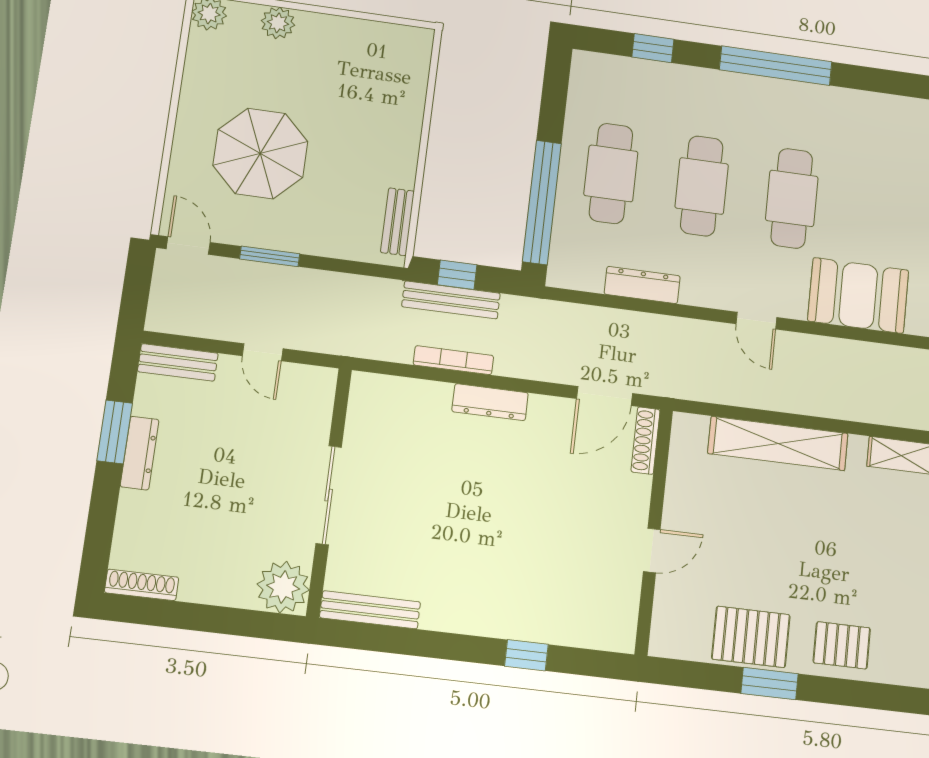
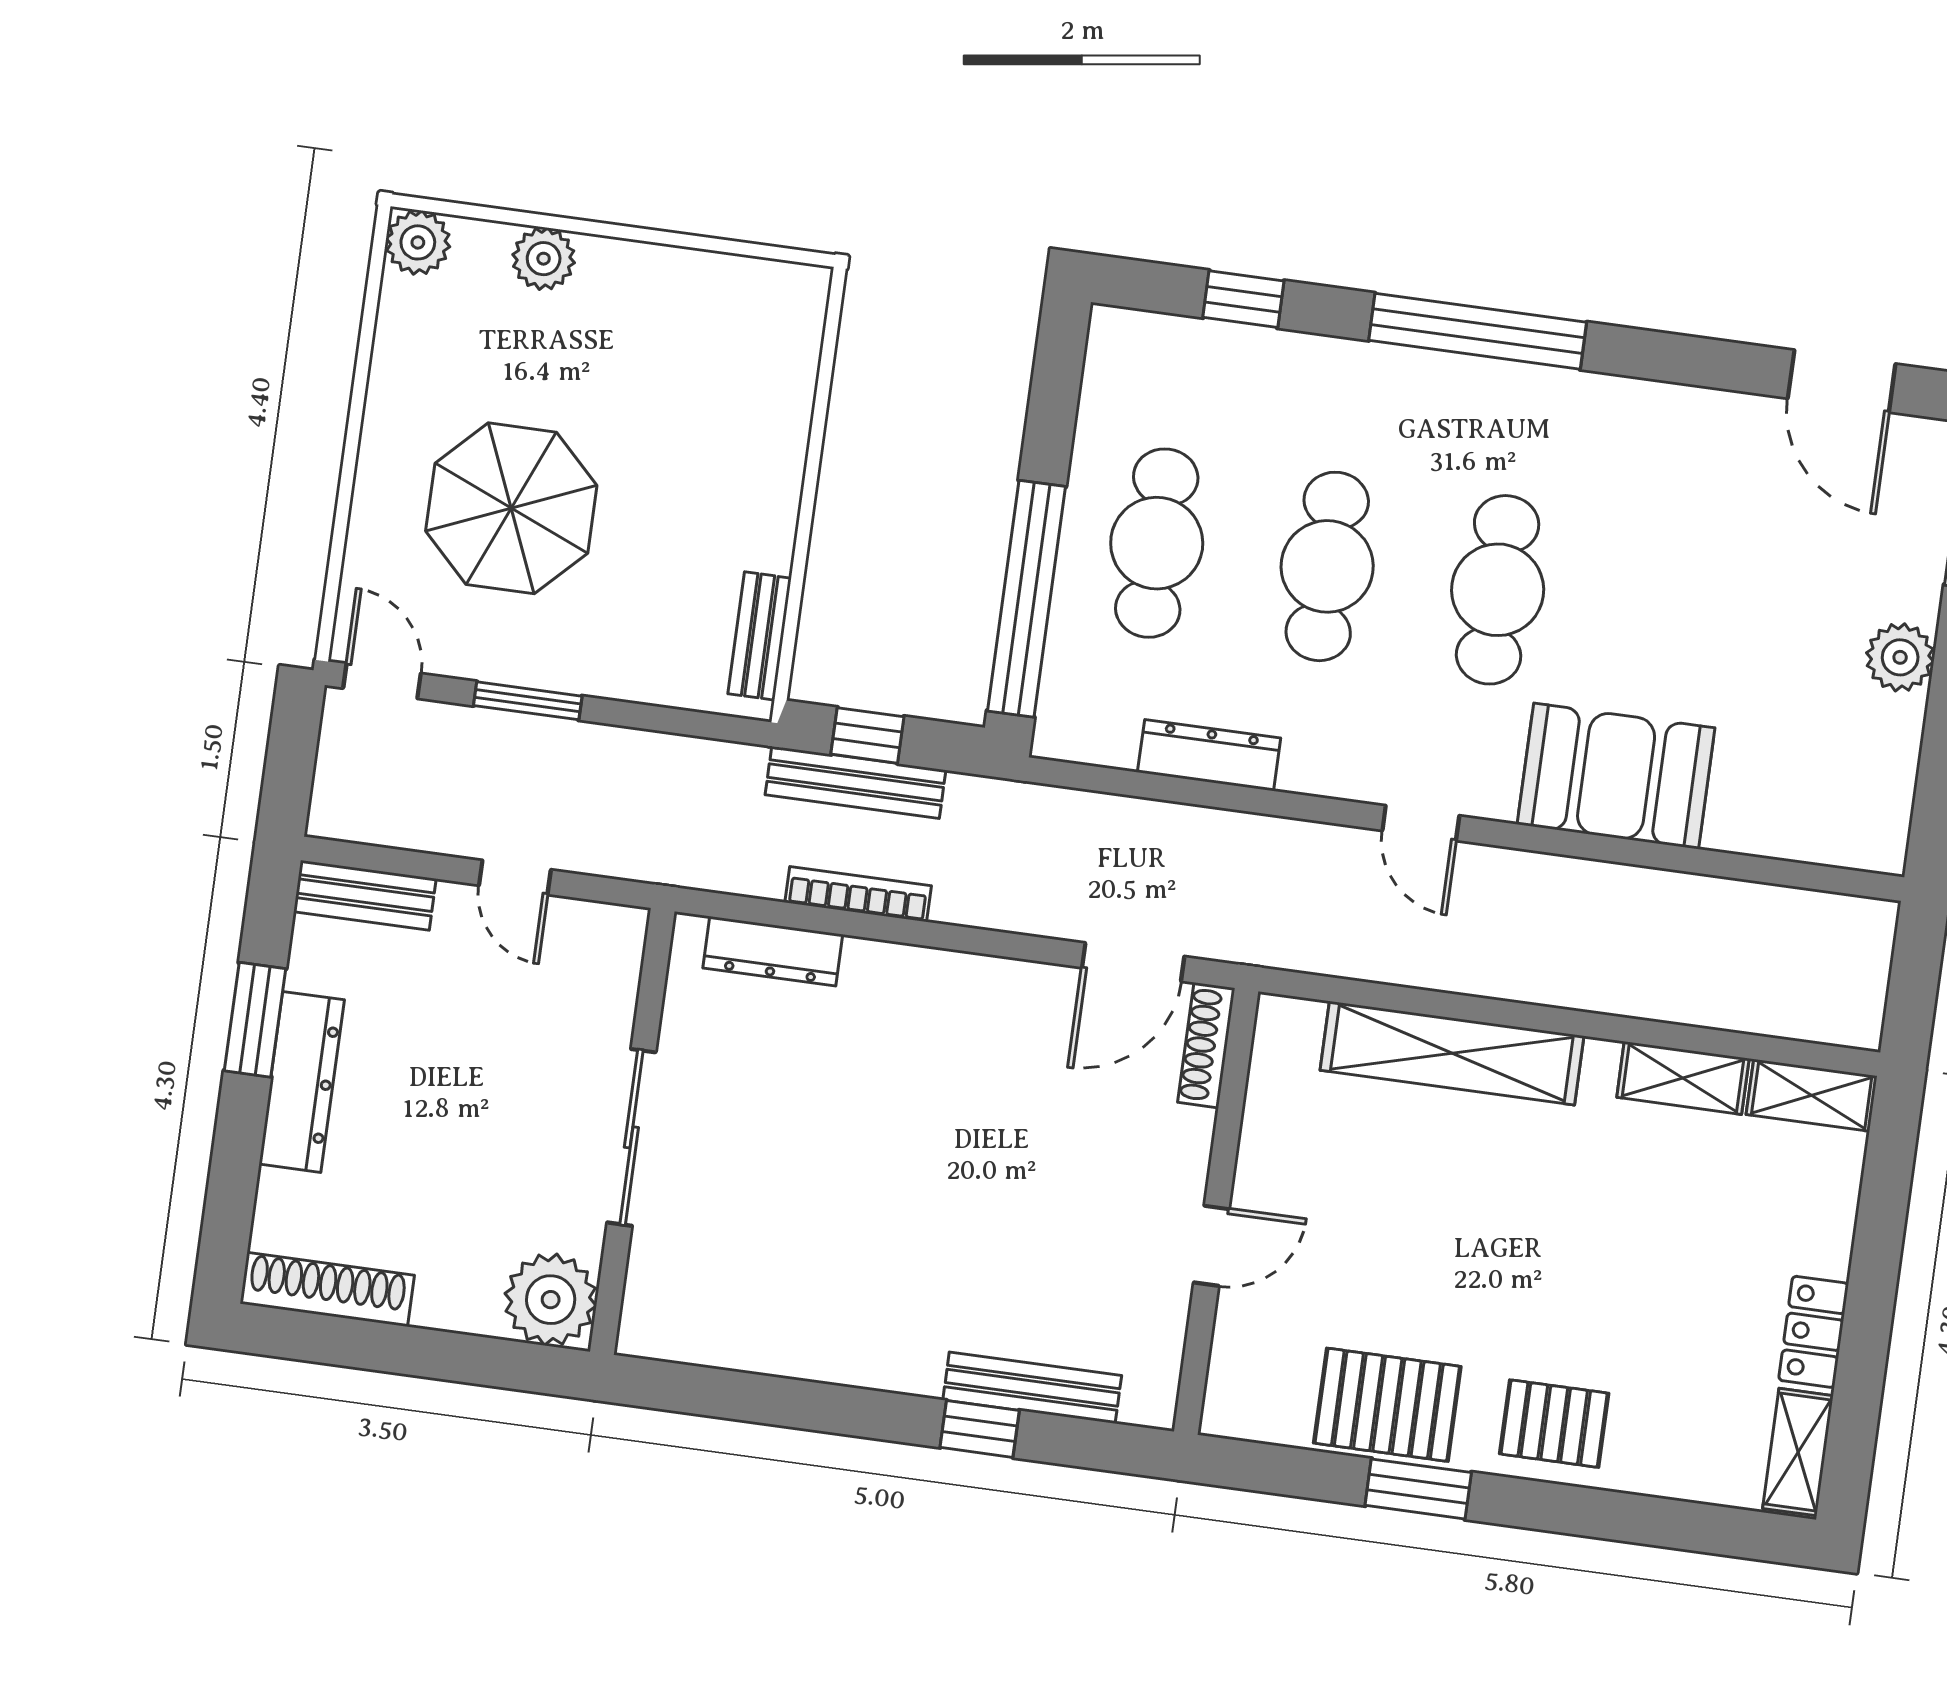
dresser: (490, 402) -> (773, 951), moved
dresser: (140, 453) -> (302, 1082), width x1.37, depth x1.24
shoe rack: (142, 585) -> (327, 1289), width x1.36, depth x1.24
bench: (370, 610) -> (1032, 1388), moved

